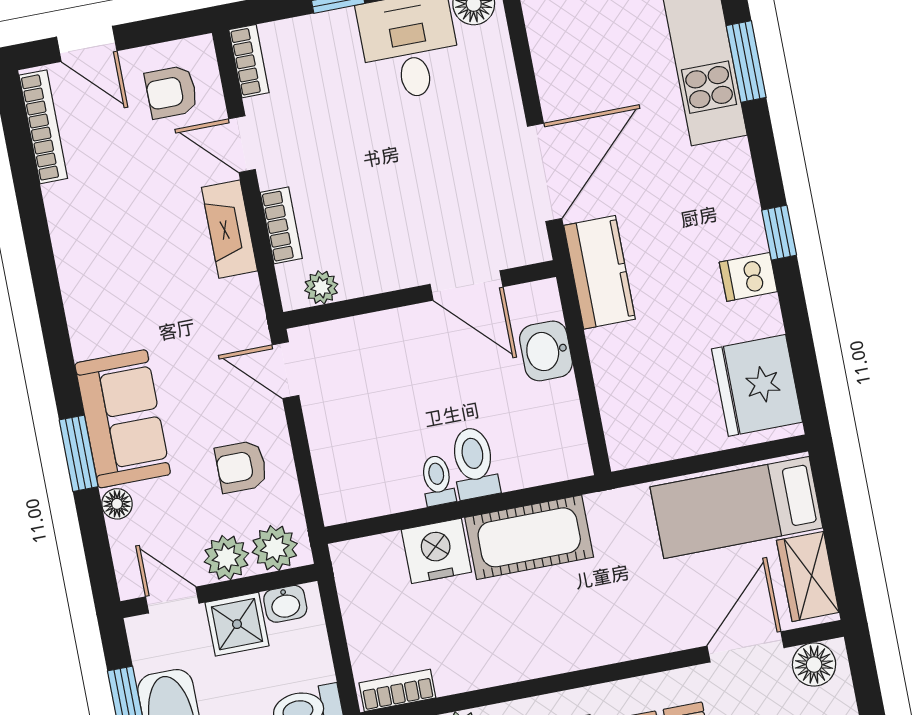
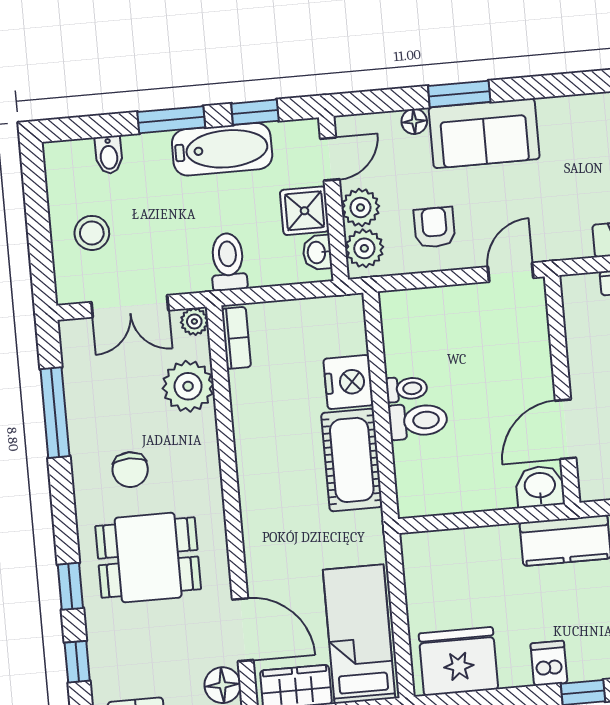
plant: (321, 287) -> (576, 309), removed
washbasin: (546, 351) -> (540, 486), moved

